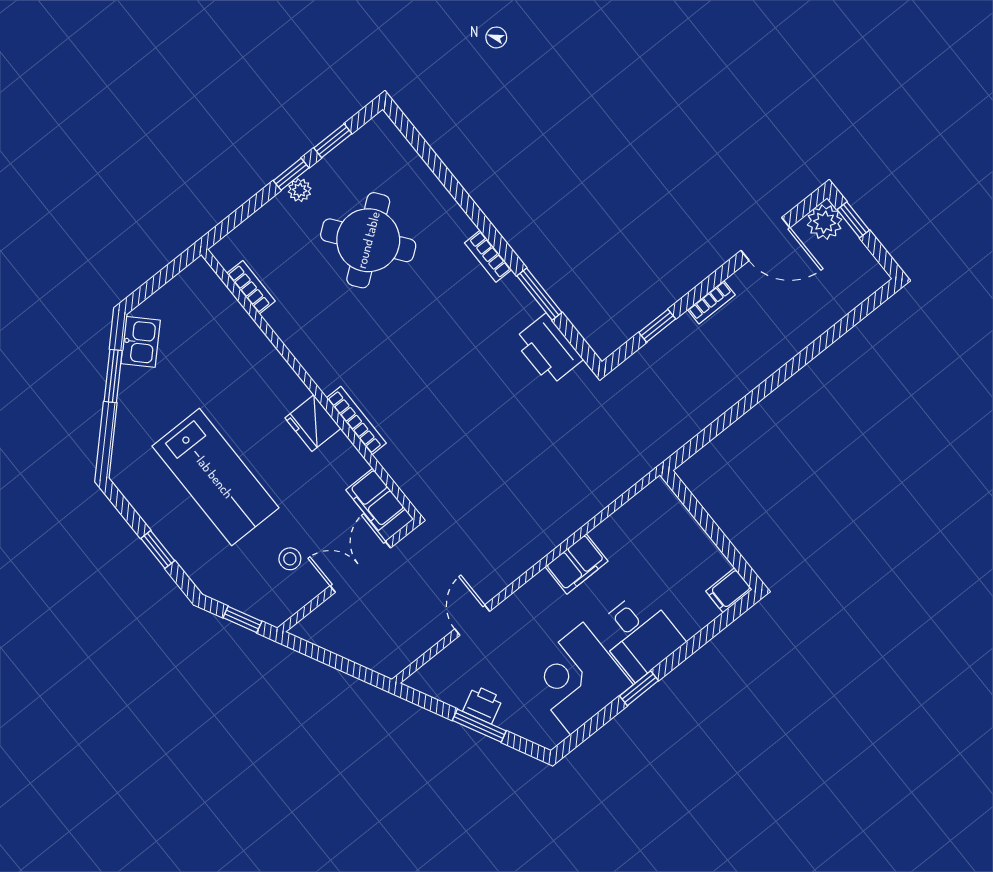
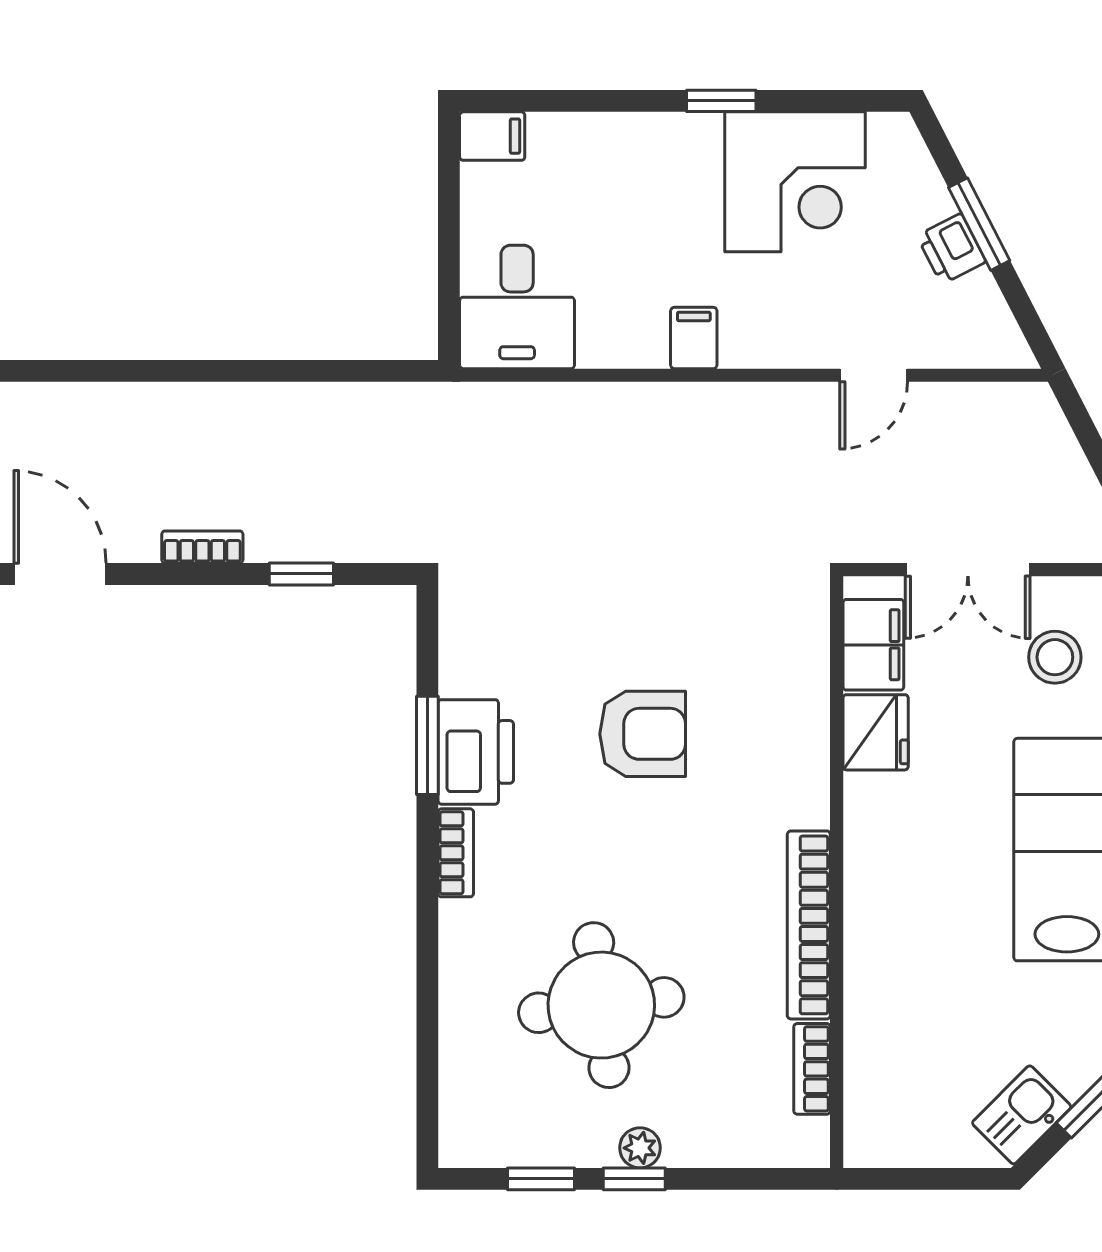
round table: (368, 240) -> (601, 1005), turned 30
printer: (548, 350) -> (476, 752), moved
armchair: (447, 377) -> (643, 734), added
bookcase: (356, 421) -> (809, 925), moved, width x1.48, depth x1.31
fridge: (313, 423) -> (876, 732), moved
stool: (290, 559) -> (1055, 657), width x1.37, depth x1.37
filing cabinet: (577, 564) -> (694, 338), width x0.50
desk: (639, 635) -> (517, 307), moved, turned 180

